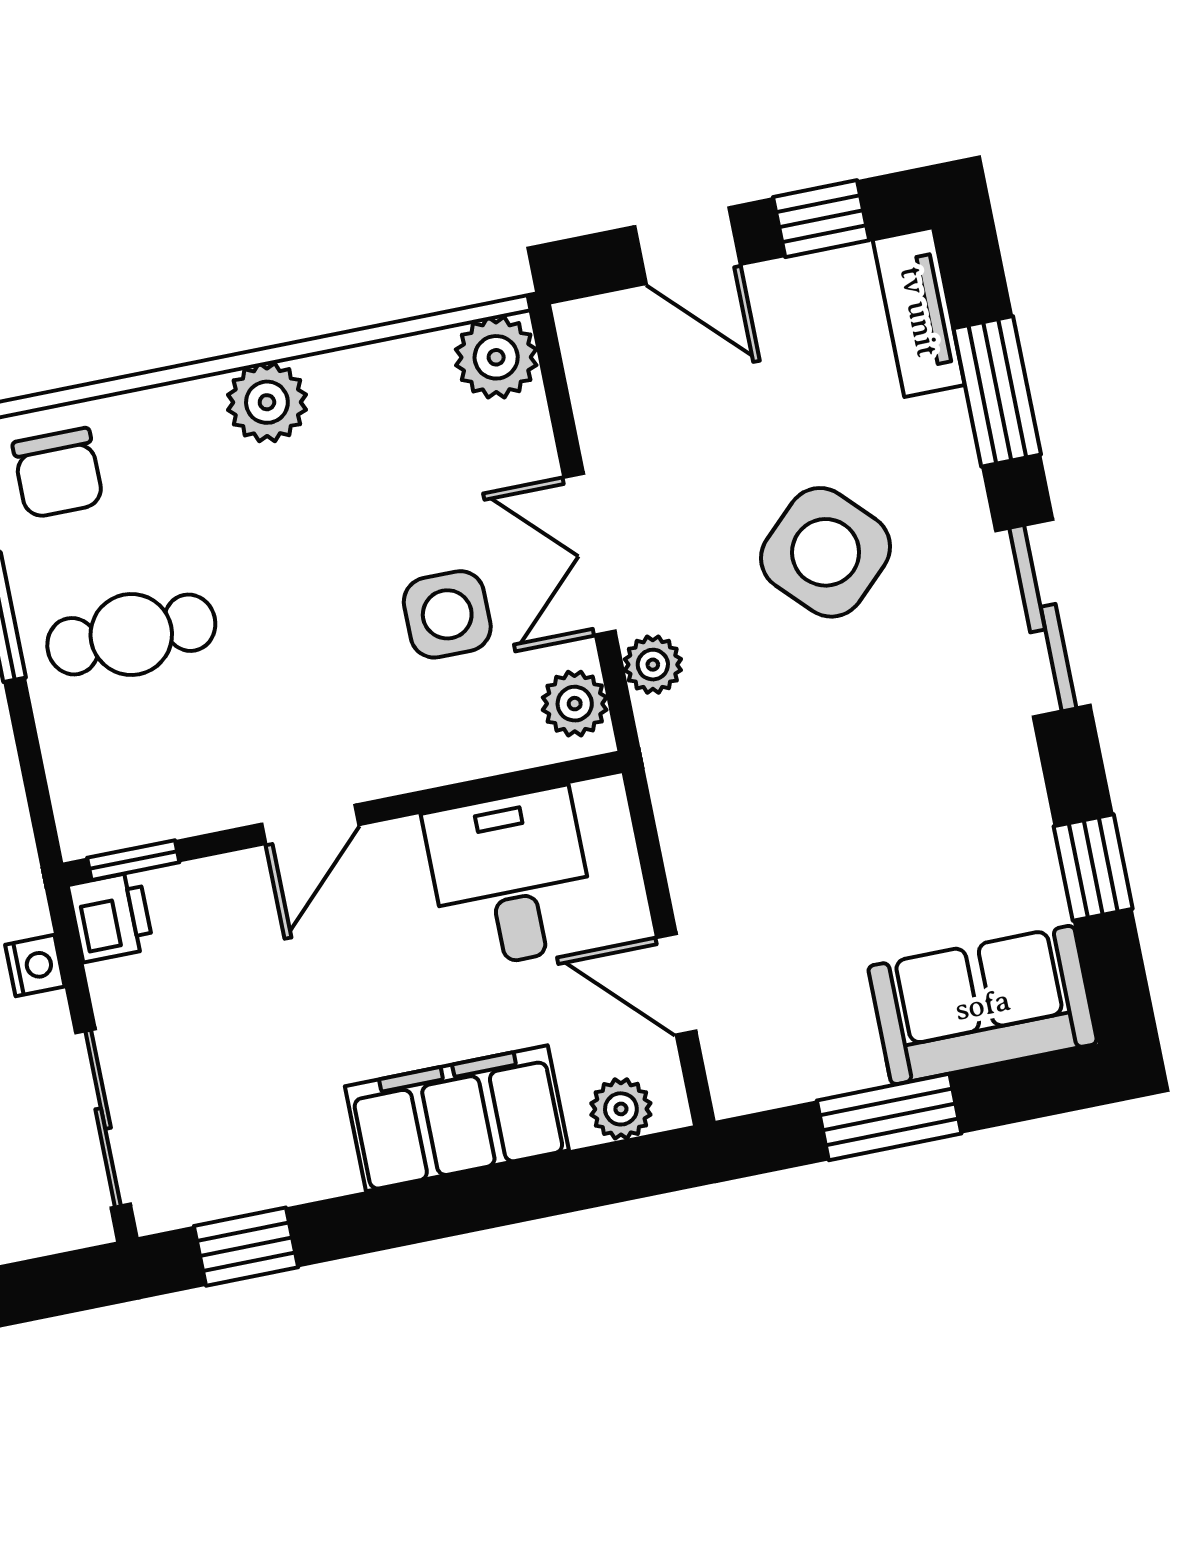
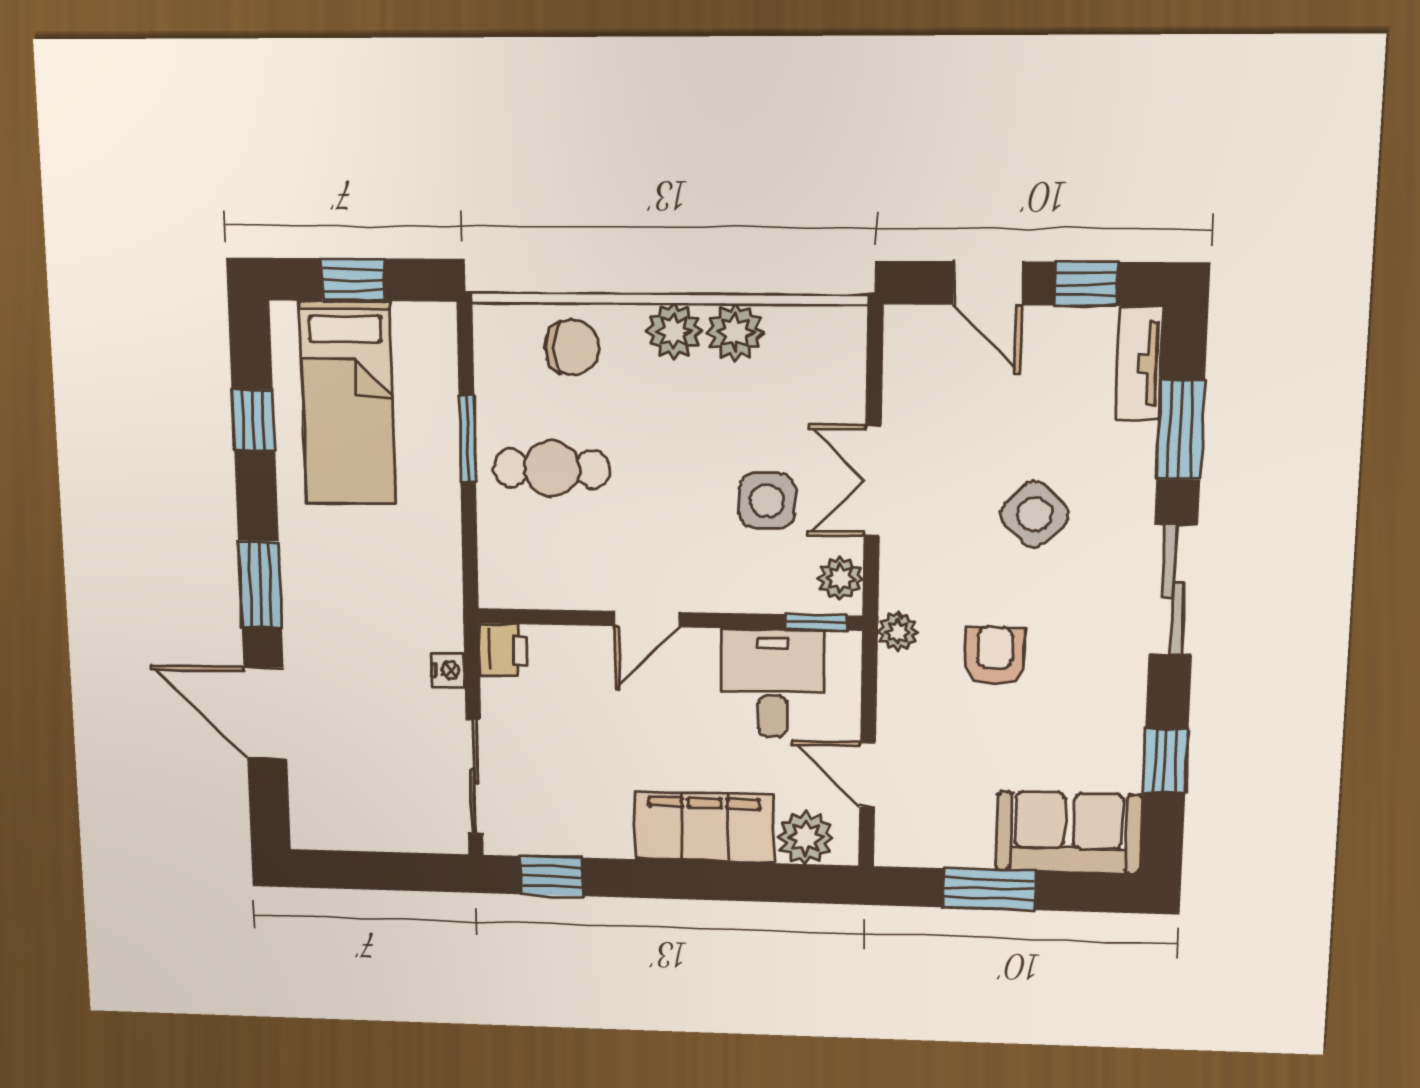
plant: (496, 357) -> (735, 333), moved
chair: (58, 473) -> (572, 347), moved, turned -90
side table: (826, 552) -> (1035, 514), width x0.73, depth x0.73
plant: (653, 665) -> (898, 632), moved
armchair: (817, 767) -> (995, 655), added
window: (133, 860) -> (816, 622), moved
plant: (621, 1109) -> (806, 838), width x1.38, depth x1.38

